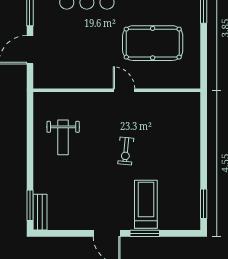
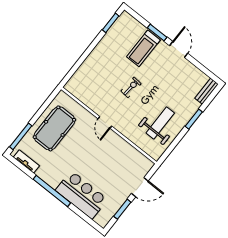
pool table: (153, 43) -> (54, 128), moved, turned 90
weight bench: (63, 137) -> (160, 123), width x1.36, depth x1.33
window: (30, 205) -> (194, 119), moved

